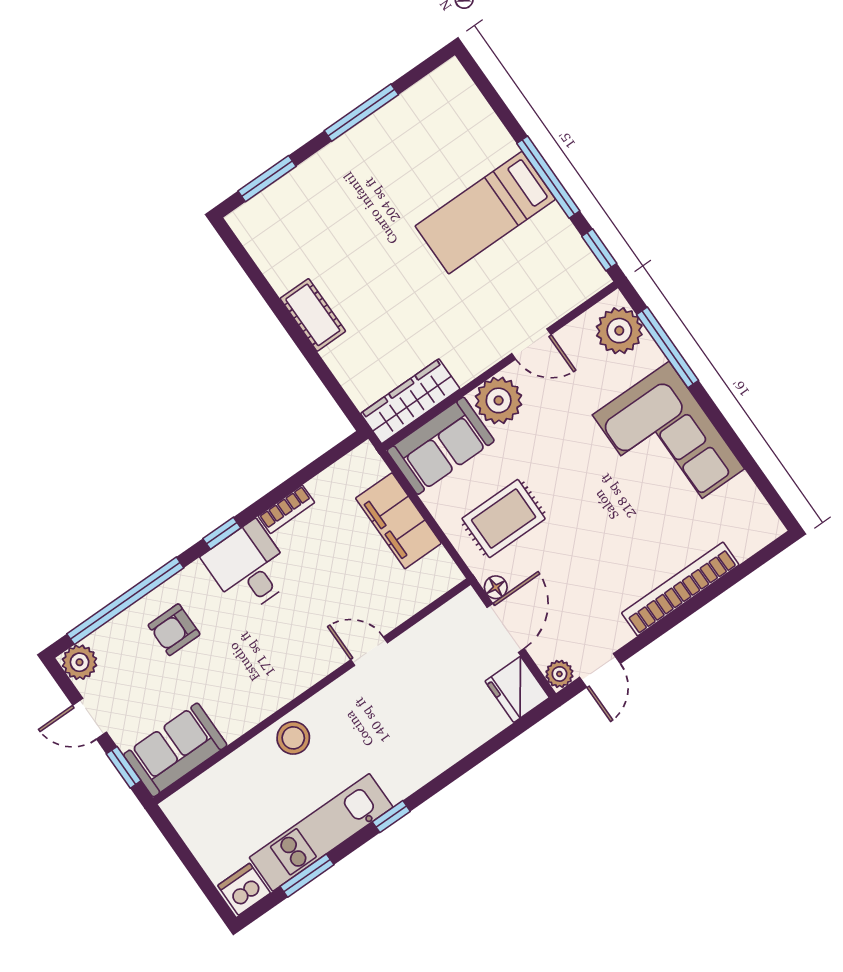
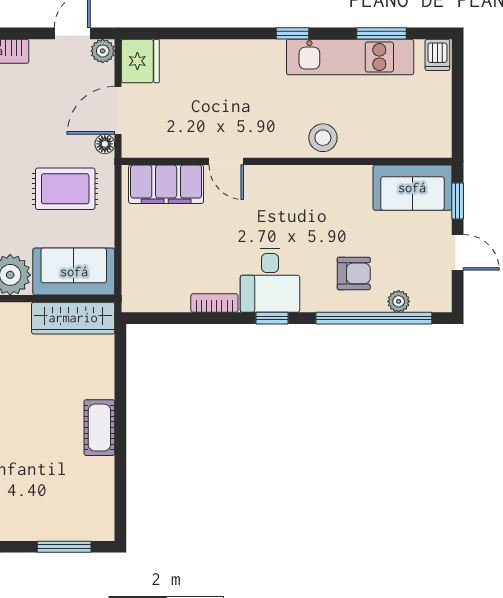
filing cabinet: (398, 521) -> (166, 184), moved, turned 90
plant: (80, 662) -> (399, 301), moved, width x0.73, depth x0.73
dishwasher: (244, 889) -> (437, 55), width x0.73

